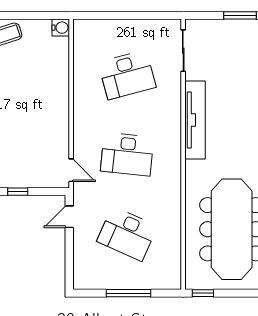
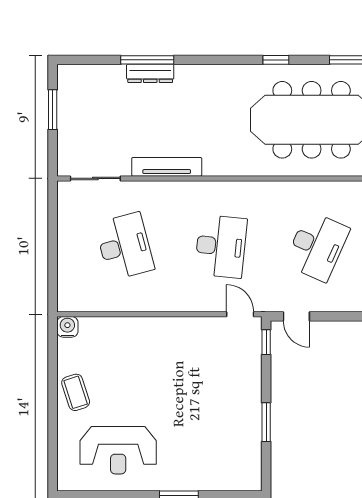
tv unit: (195, 120) -> (167, 167), width x0.73, depth x0.78
door: (71, 170) -> (240, 314), hinge flipped
window: (18, 192) -> (266, 342), moved

